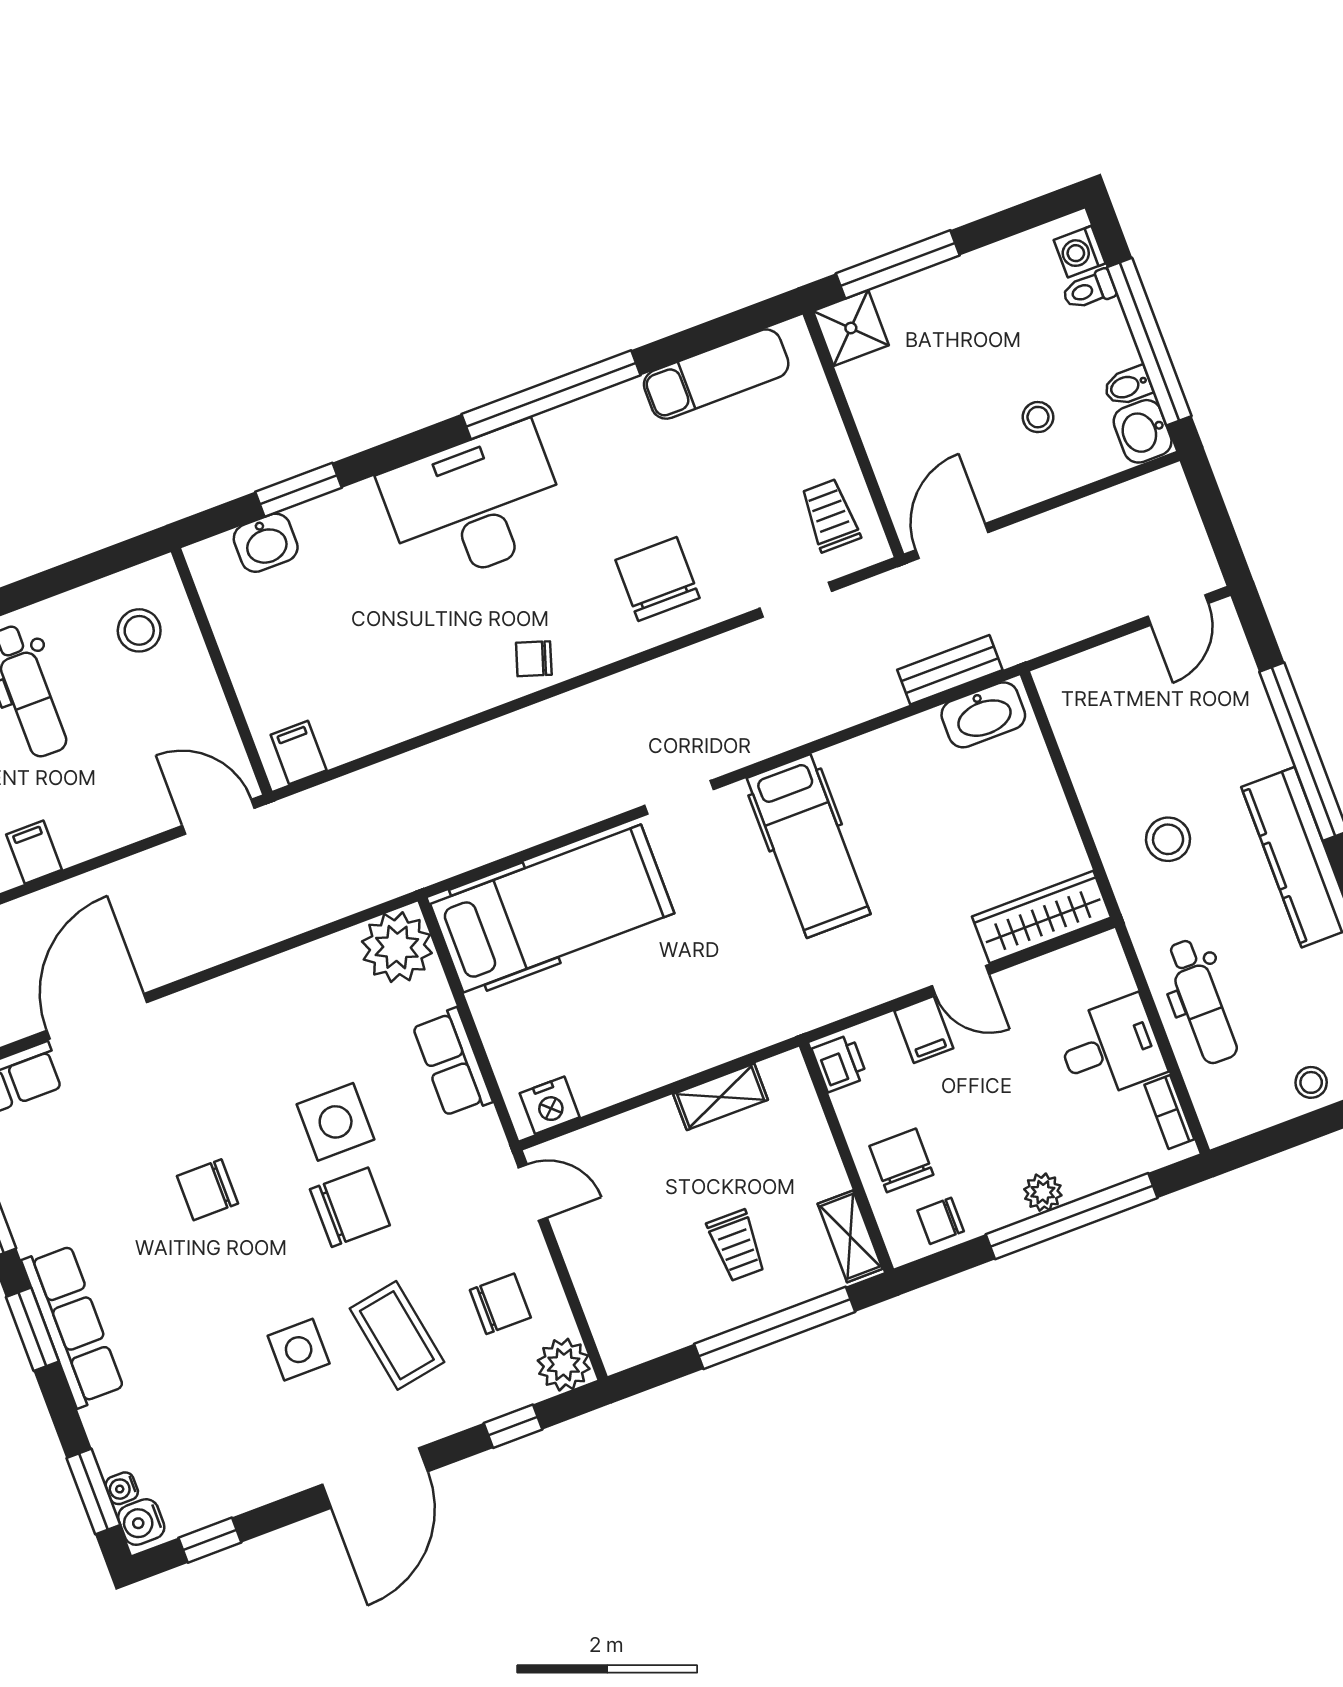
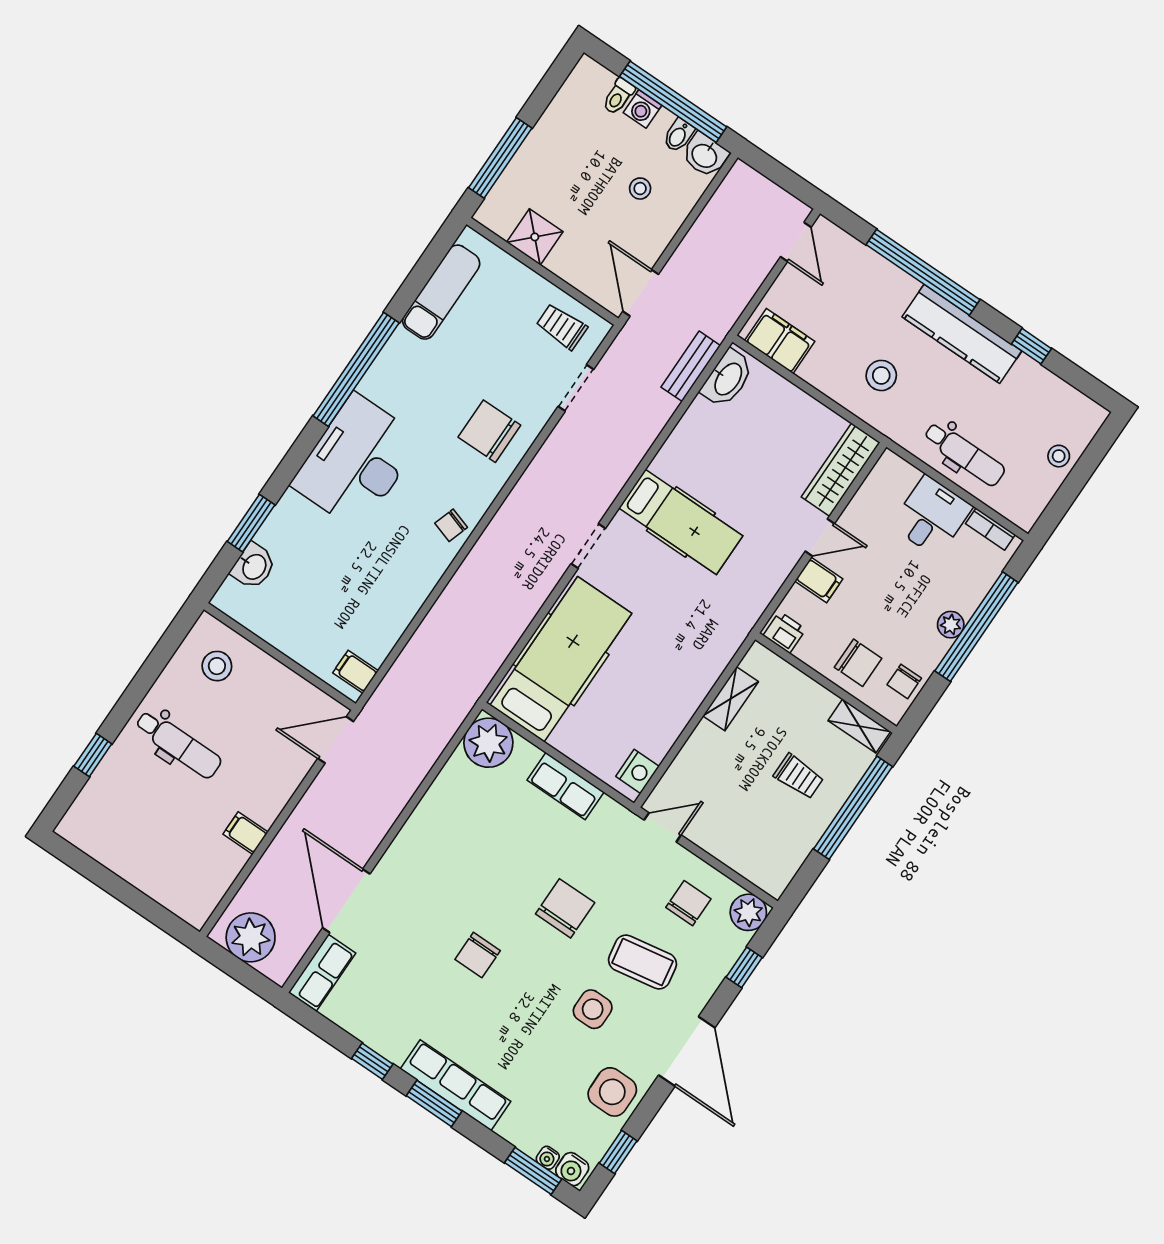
washing machine: (1080, 252) -> (642, 109), moved
shower: (851, 328) -> (535, 237), moved
filing cabinet: (1076, 714) -> (780, 341), added
side table: (336, 1122) -> (612, 1092), moved
chair: (901, 1160) -> (858, 663), turned 180

